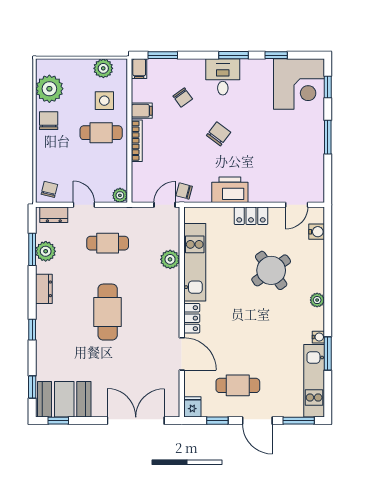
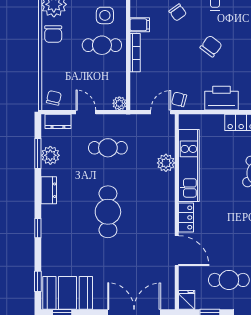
chair: (49, 121) -> (53, 34), turned 180

